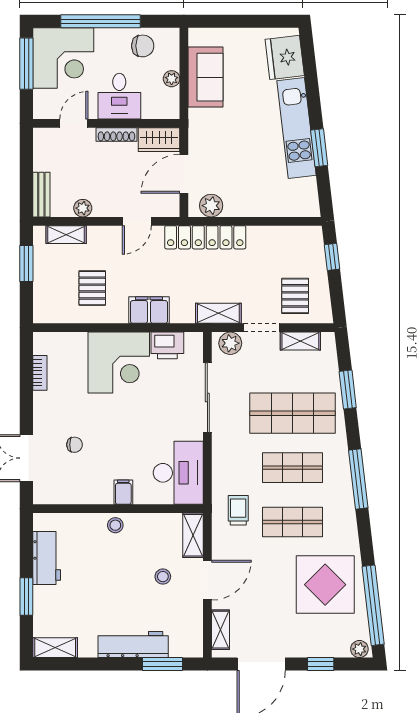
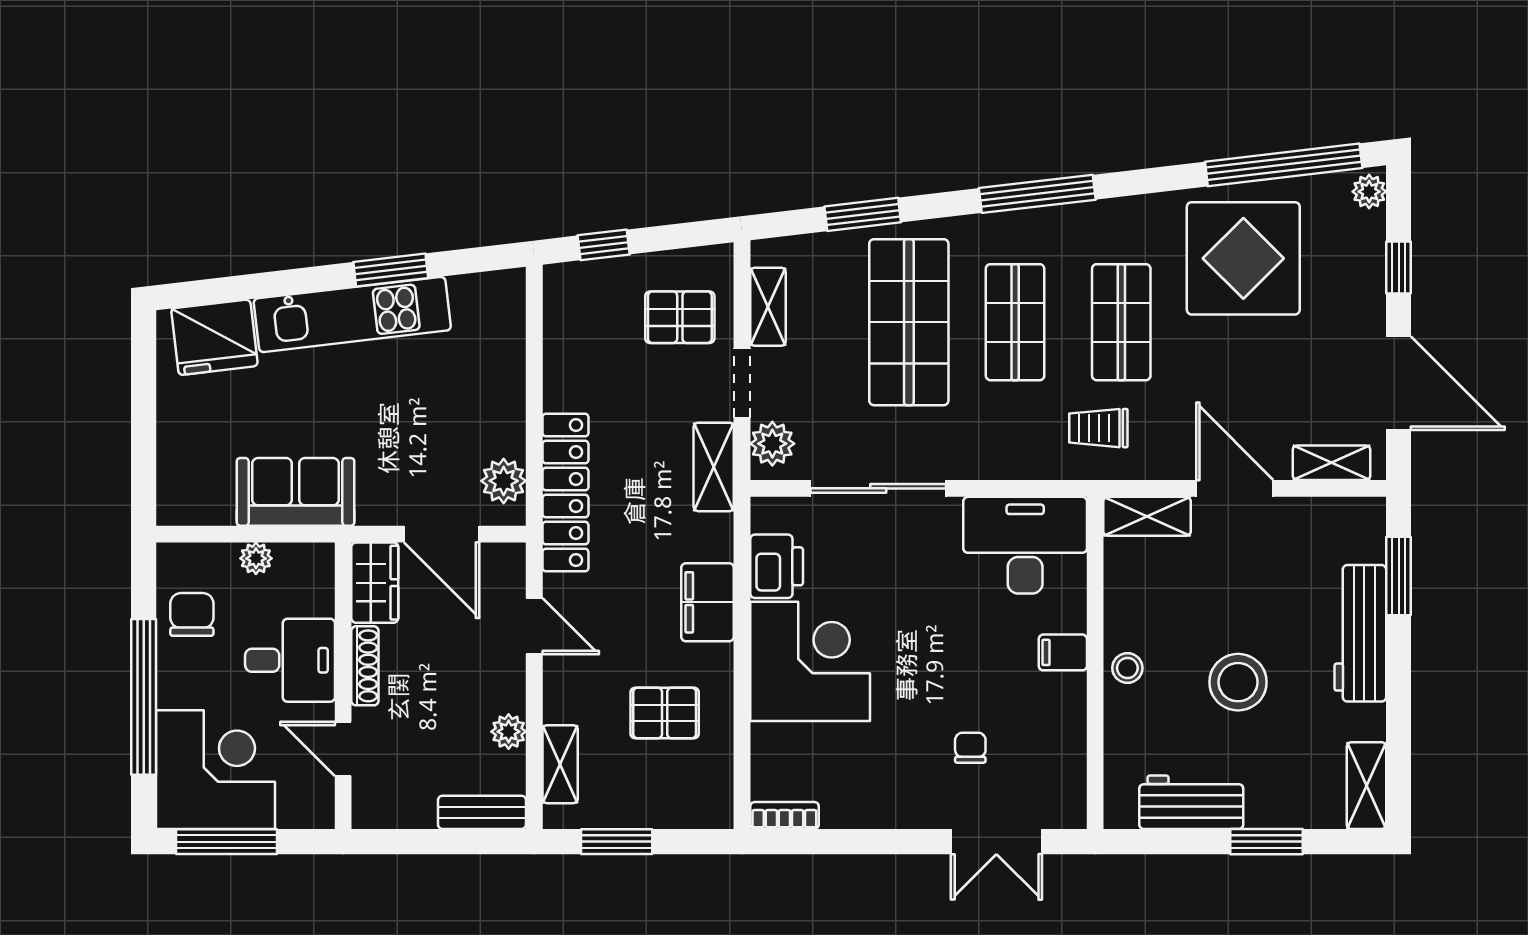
sofa: (206, 77) -> (296, 492), moved
bookcase: (40, 373) -> (784, 815), moved
stool: (163, 577) -> (1238, 682), moved, width x1.89, depth x1.89

